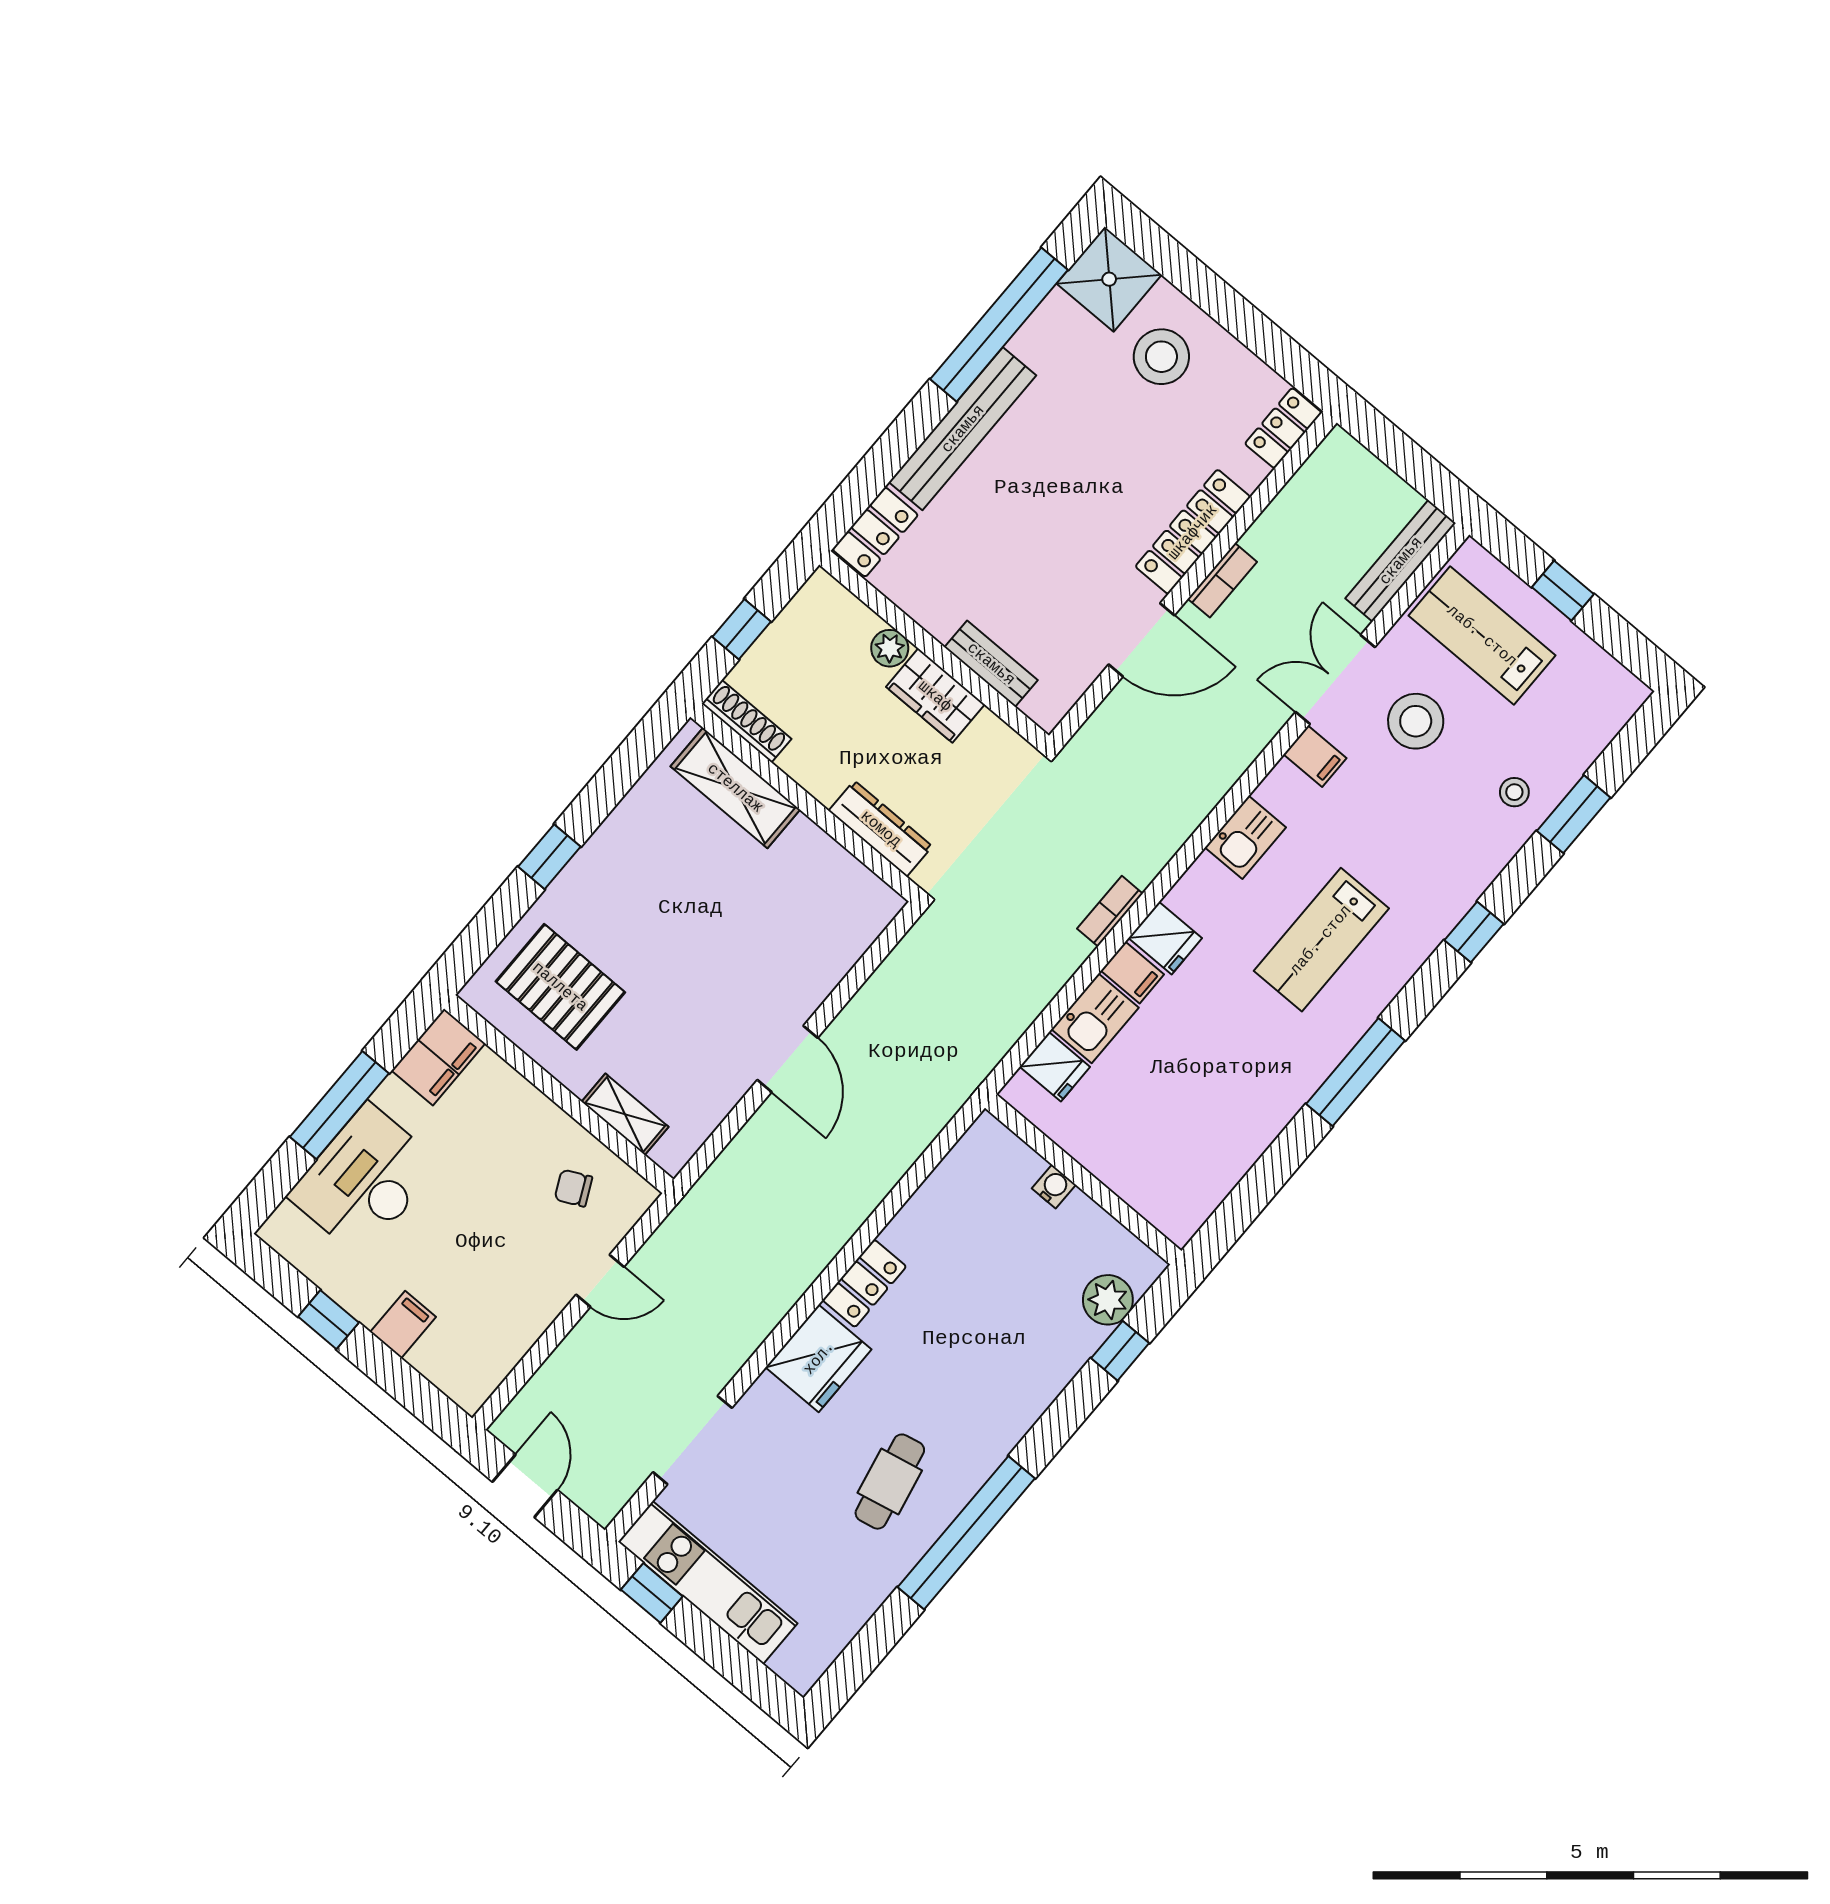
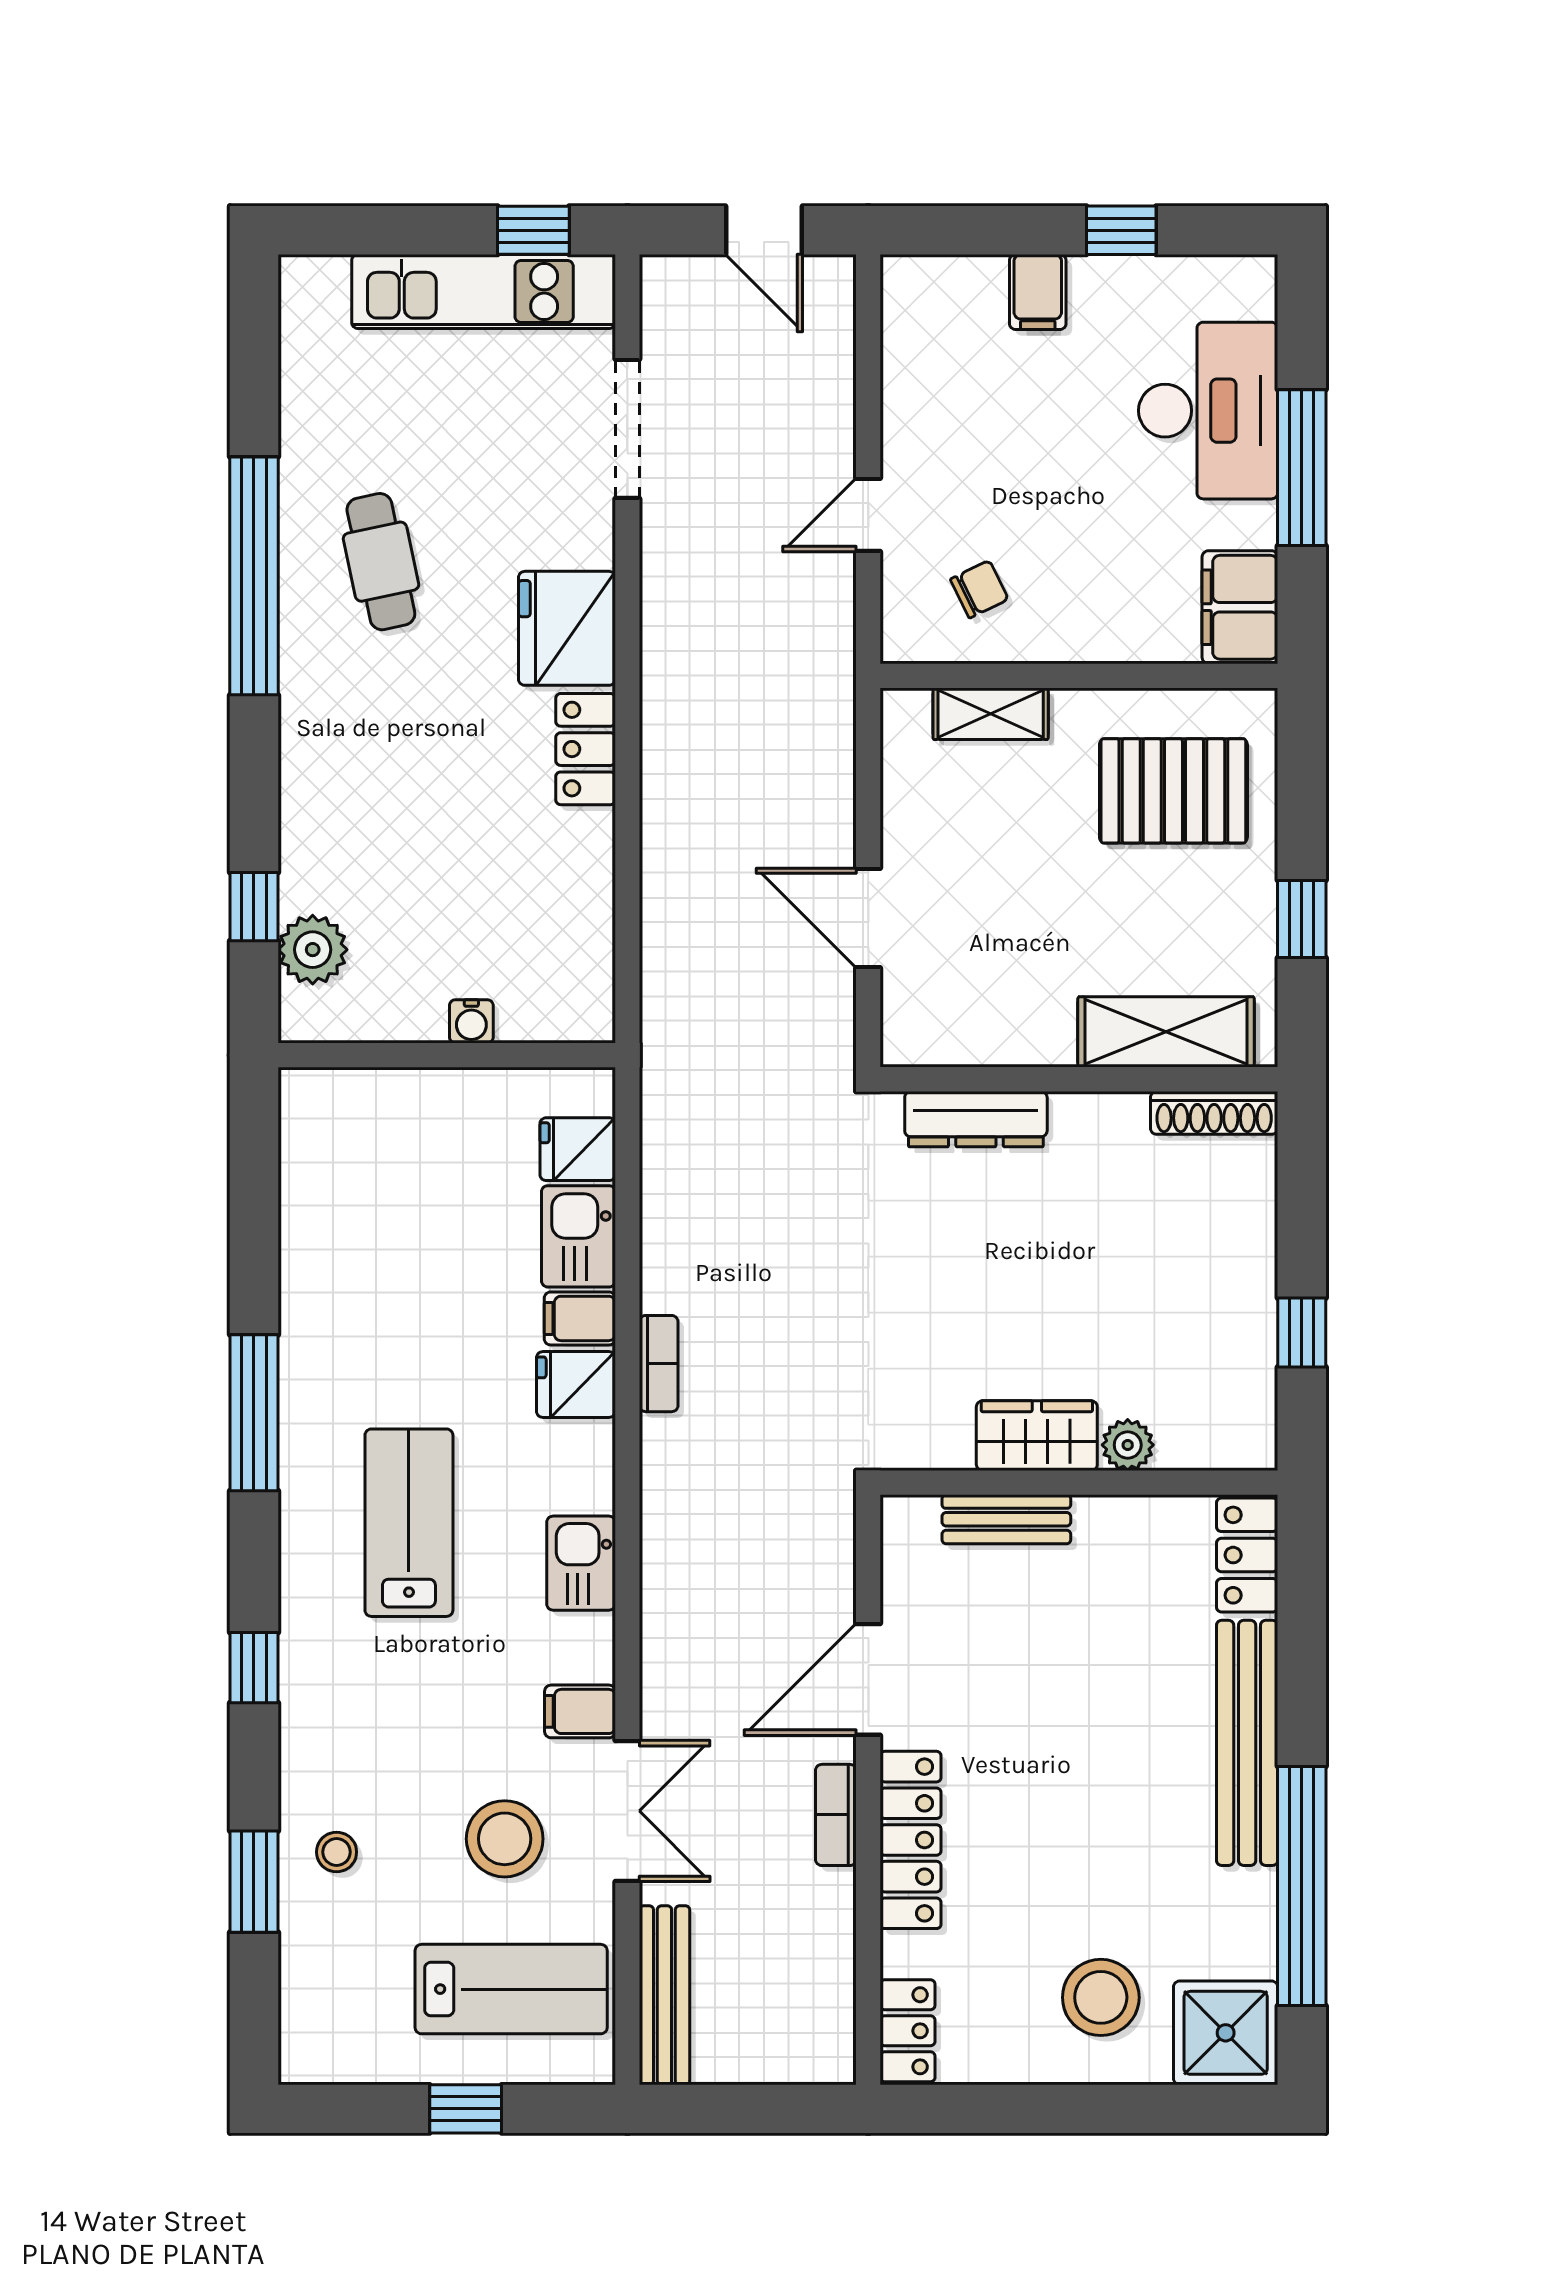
shoe rack: (747, 721) -> (1214, 1113), moved
shelving: (735, 788) -> (1166, 1032), moved
wall: (805, 803) -> (1079, 1079), moved
dresser: (881, 829) -> (976, 1119), moved

